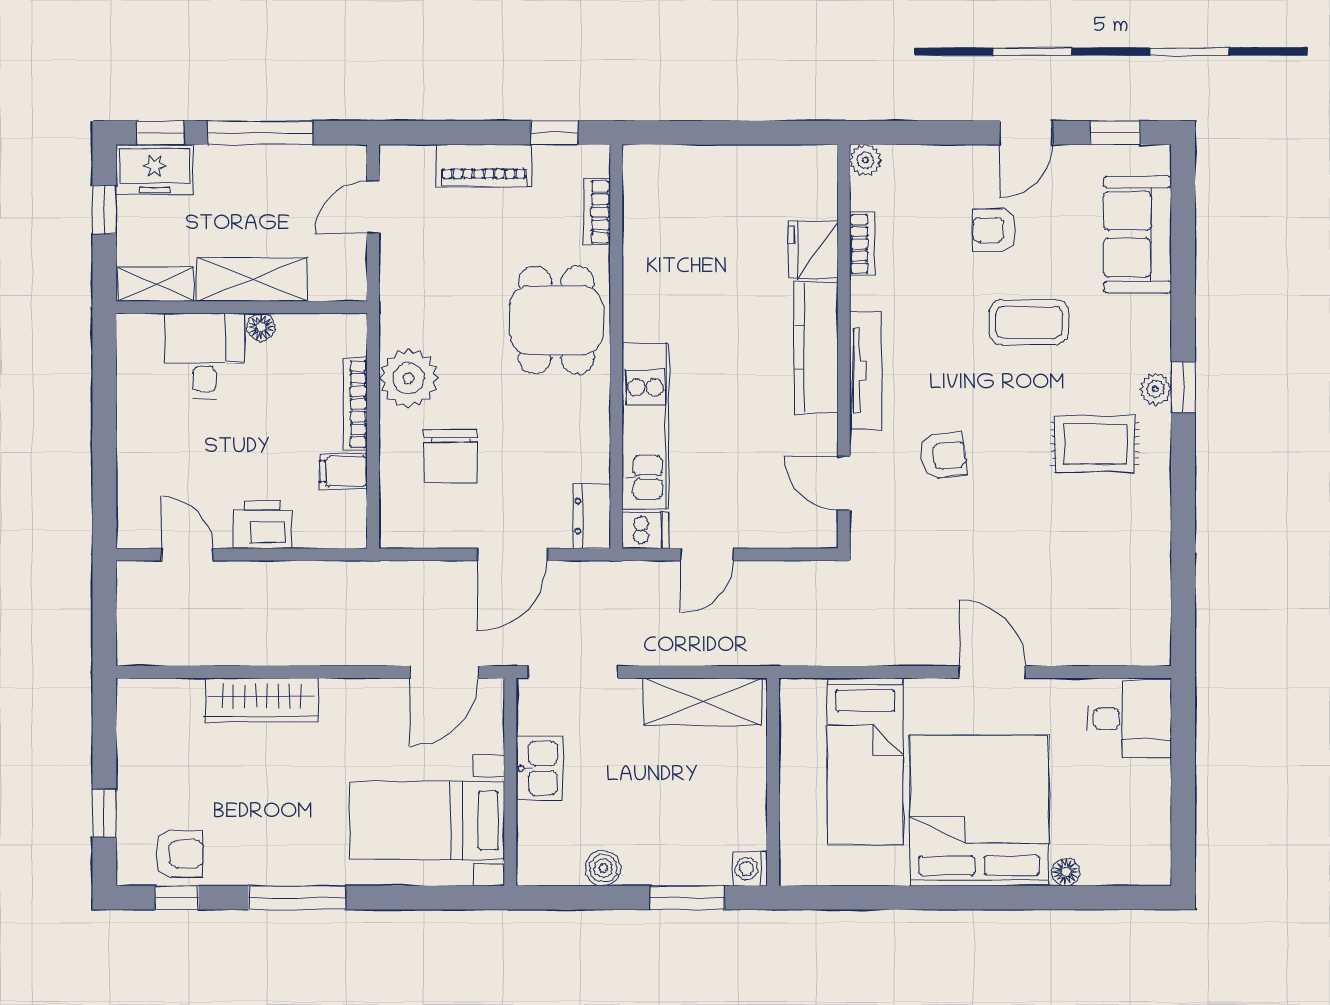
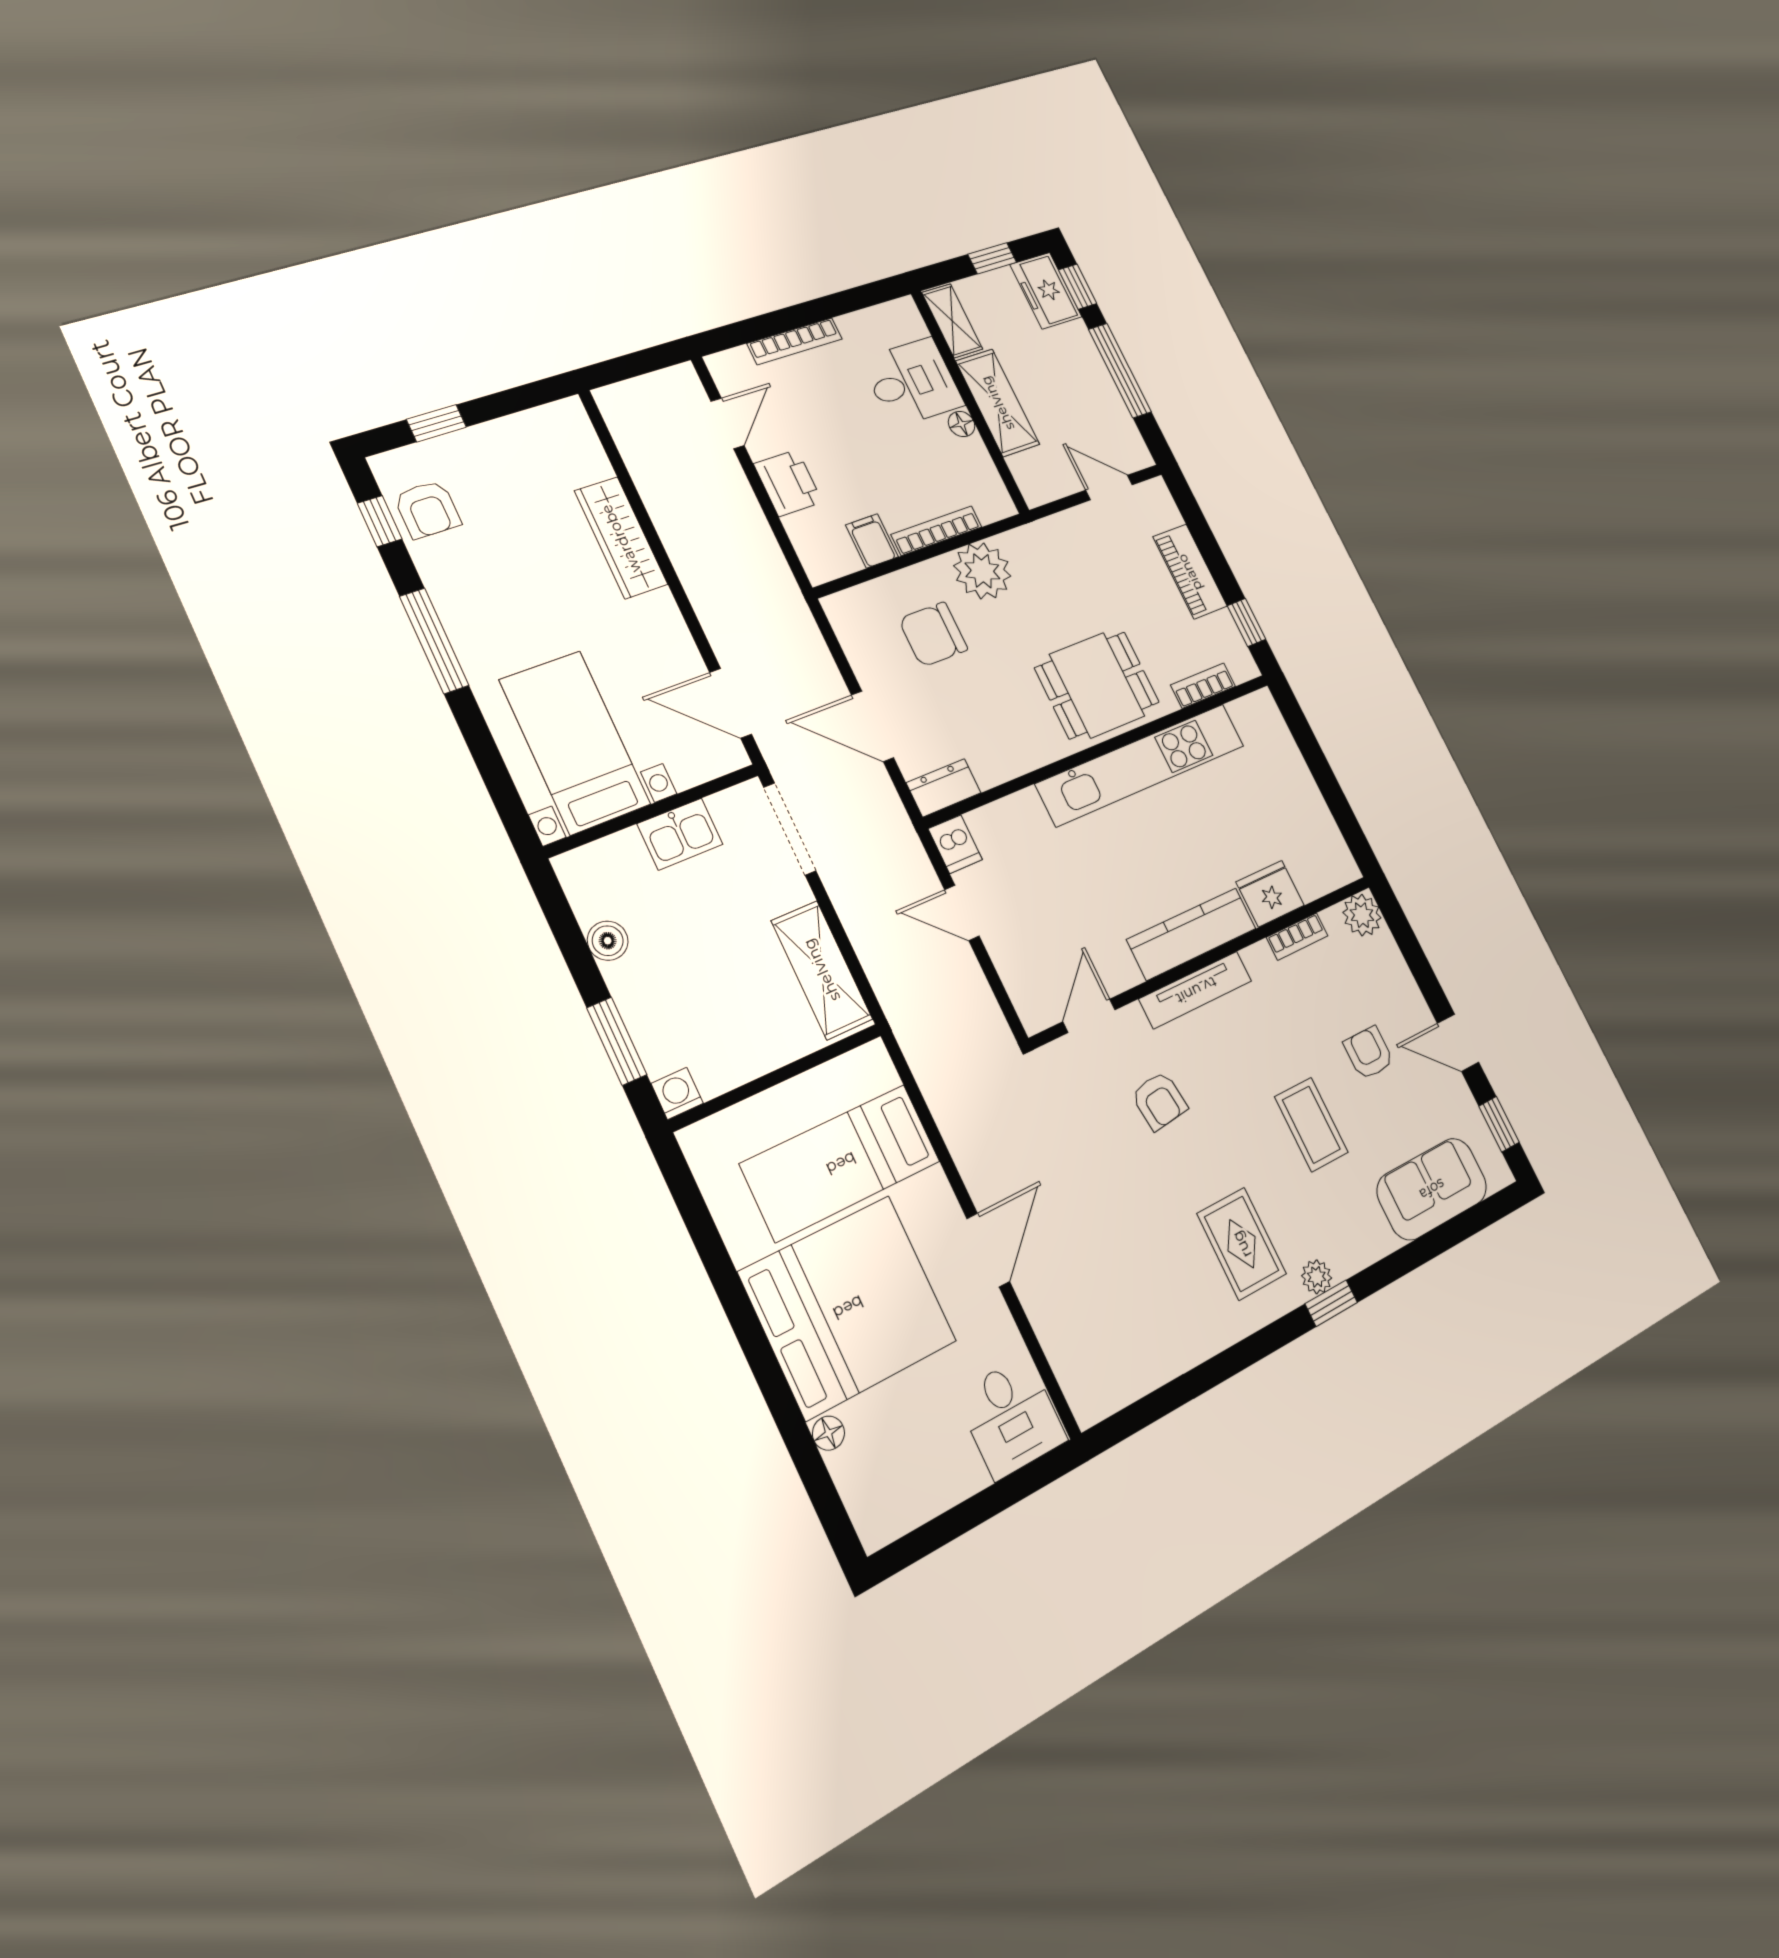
plant: (865, 160) -> (1362, 915), width x1.38, depth x1.38
kitchen unit: (646, 426) -> (1141, 765), moved, width x1.36
bookcase: (128, 452) -> (795, 341), added

